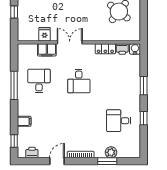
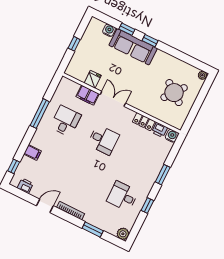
desk: (79, 81) -> (103, 140), turned -90
plant: (111, 152) -> (123, 234), moved

